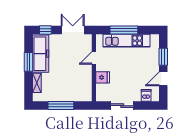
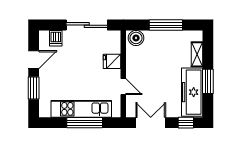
double door: (73, 30) -> (151, 123), swing flipped
door: (94, 58) -> (123, 87), hinge flipped
boiler: (84, 96) -> (136, 38), added
sliding door: (122, 106) -> (87, 25), width x1.37

